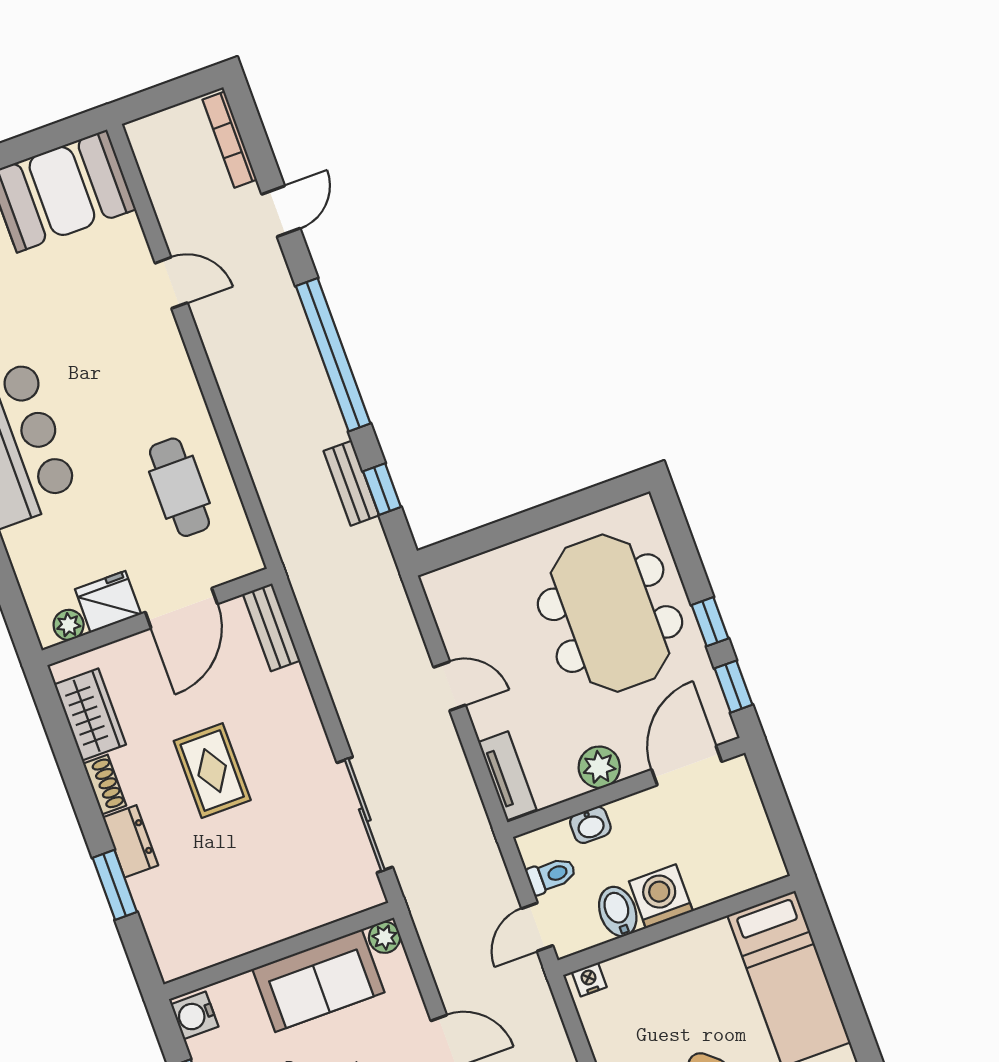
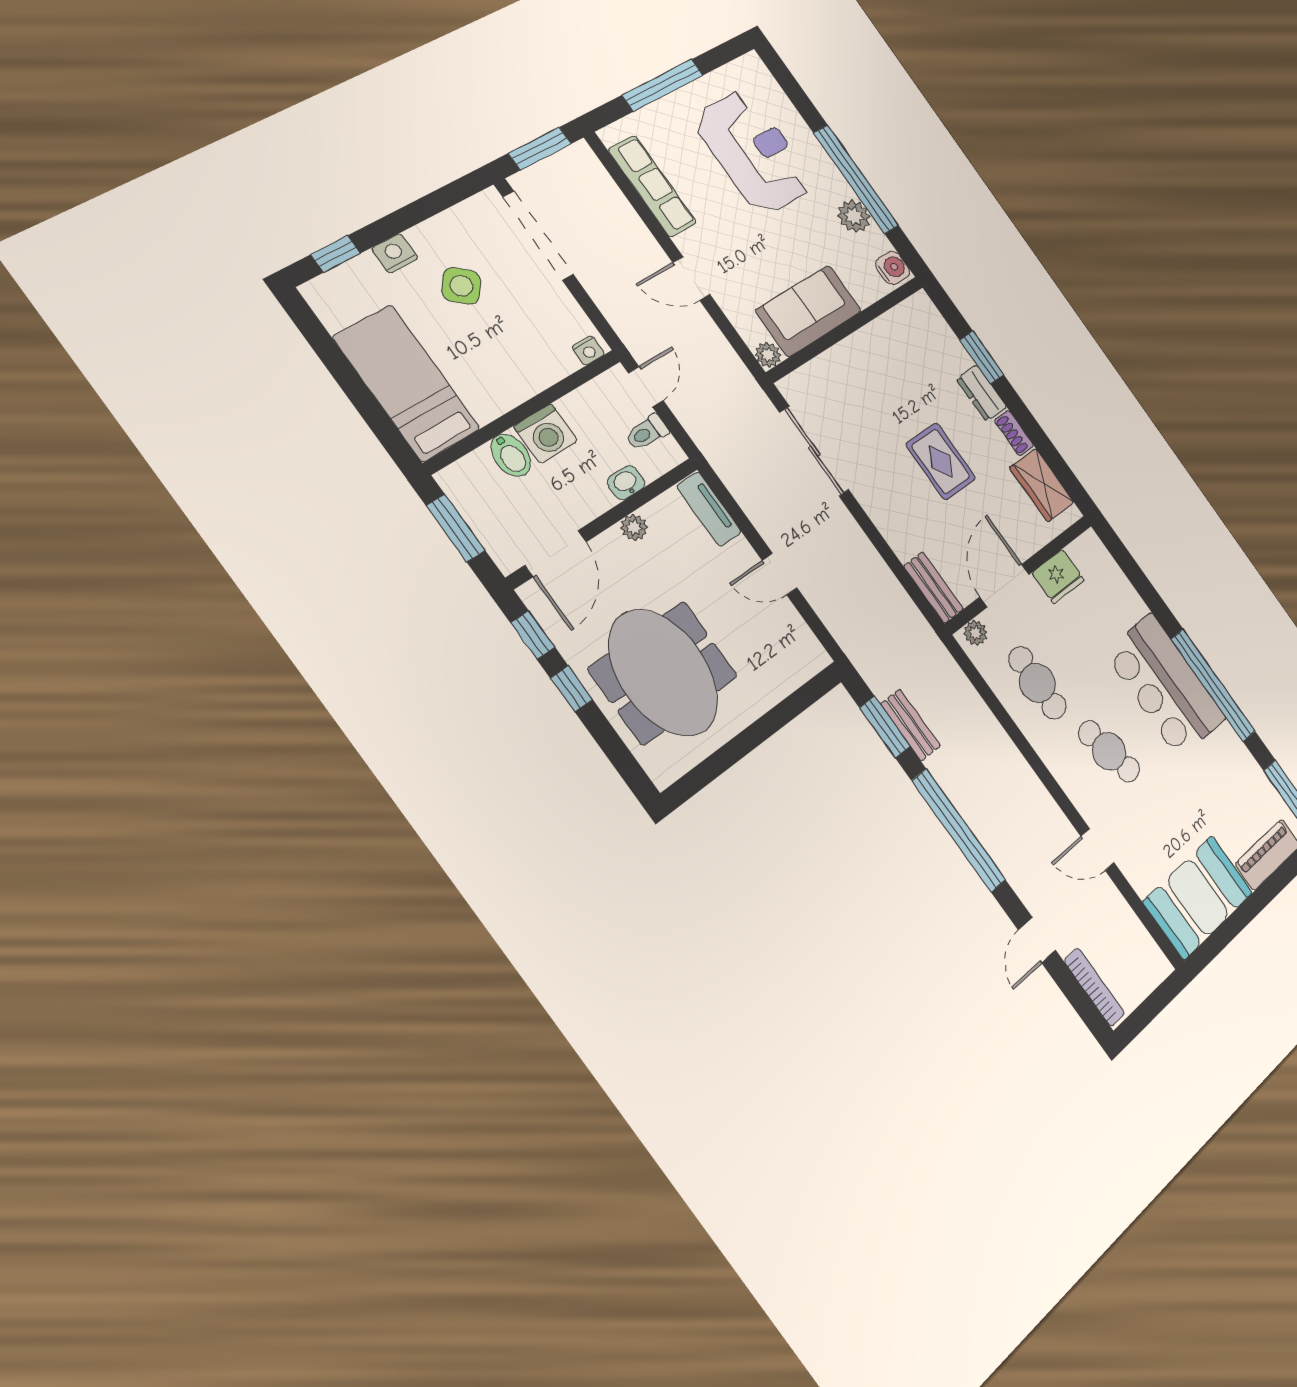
cafe table: (116, 386) -> (1109, 751), added
window: (382, 489) -> (885, 727), width x1.50
plant: (69, 625) -> (975, 633), moved
plant: (599, 767) -> (634, 527), width x0.73, depth x0.73
window: (780, 816) -> (456, 528), added
bidet: (618, 911) -> (511, 455), moved

